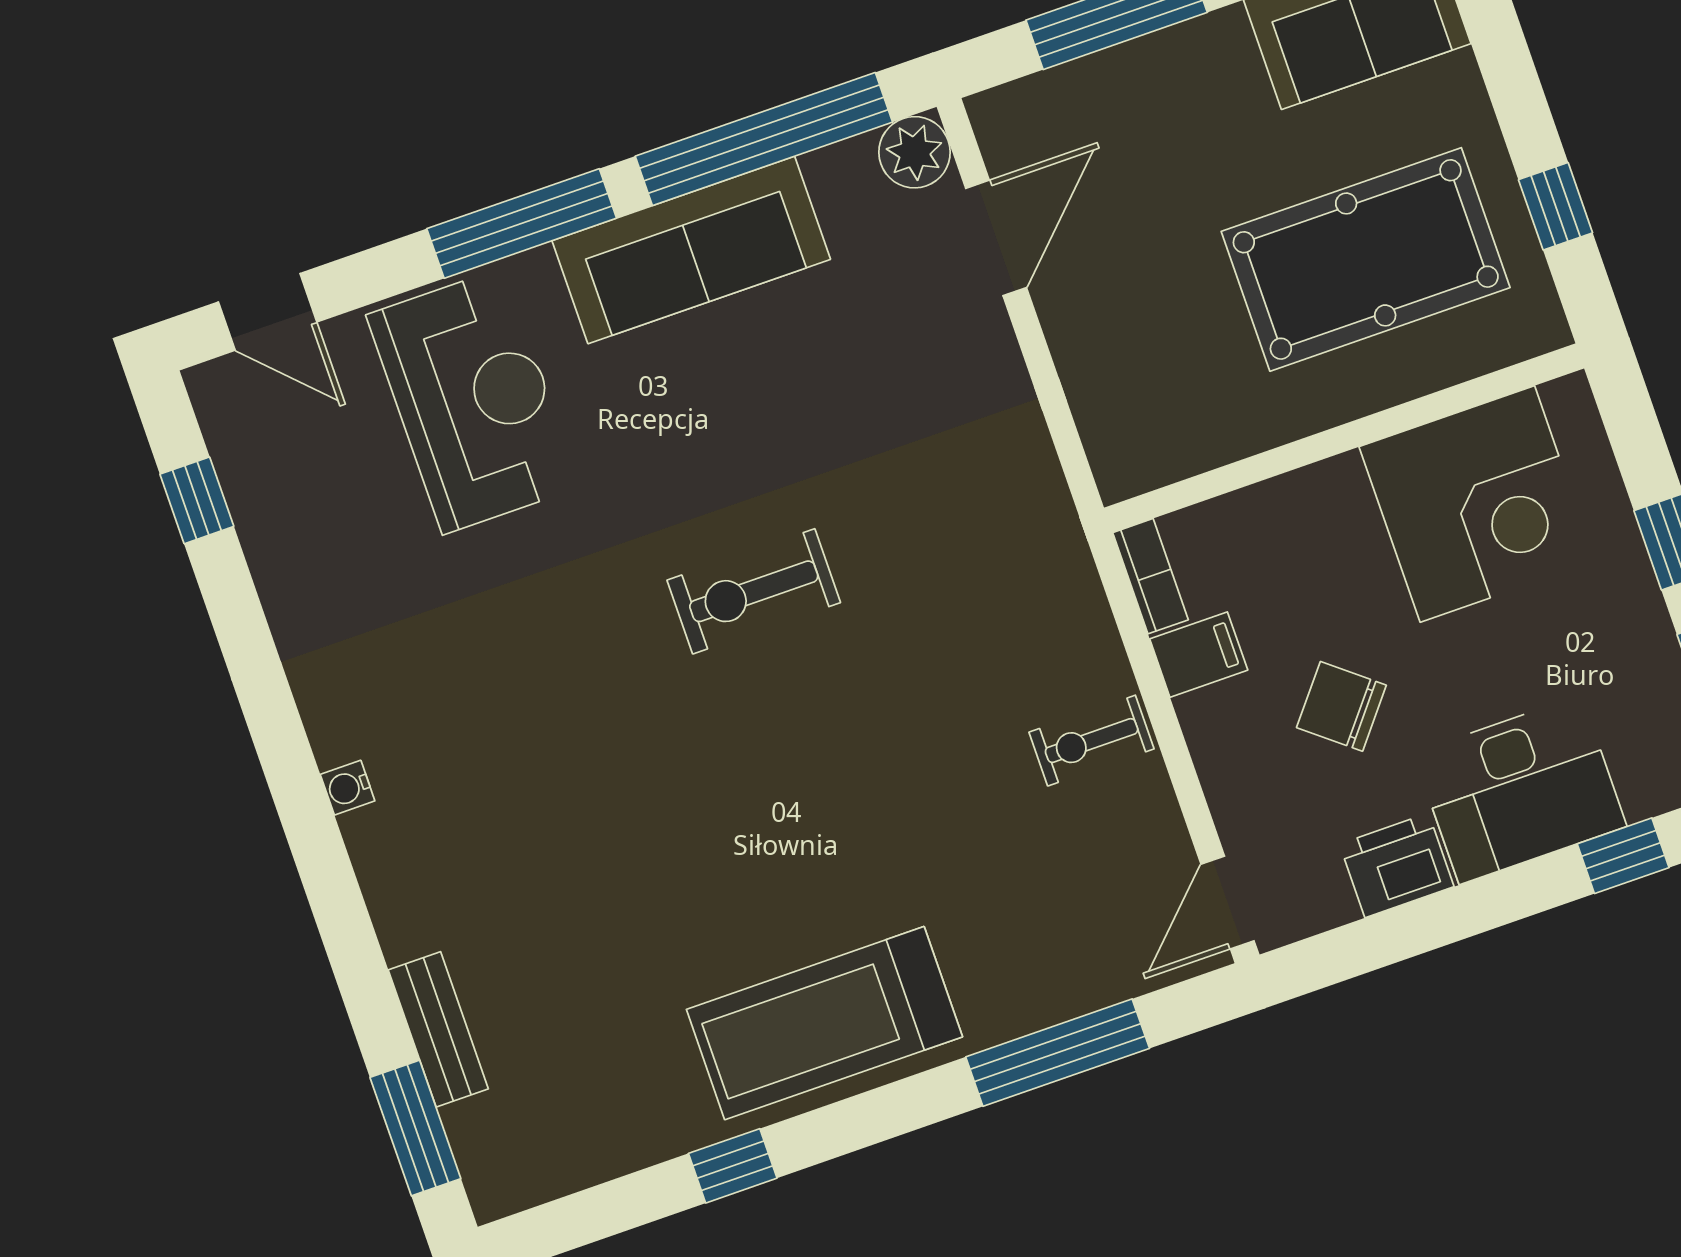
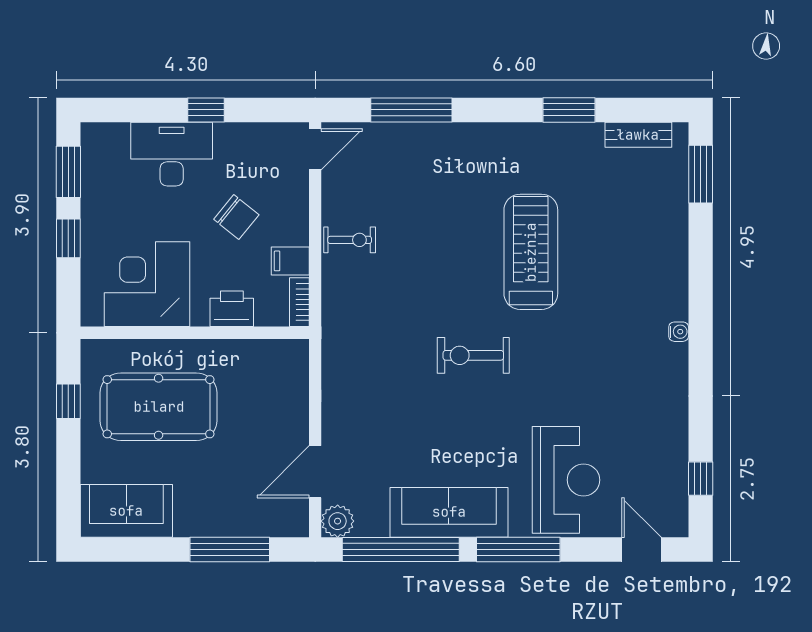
reception desk: (473, 401) -> (566, 480), turned 180
exercise bike: (754, 591) -> (473, 355), turned 180
window: (1623, 856) -> (206, 110), moved
printer: (1397, 865) -> (232, 309), moved, turned 180
treadmill: (824, 1023) -> (531, 252), moved, turned -90
bench: (438, 1029) -> (638, 135), moved, turned 90
window: (733, 1166) -> (569, 110), width x1.50

